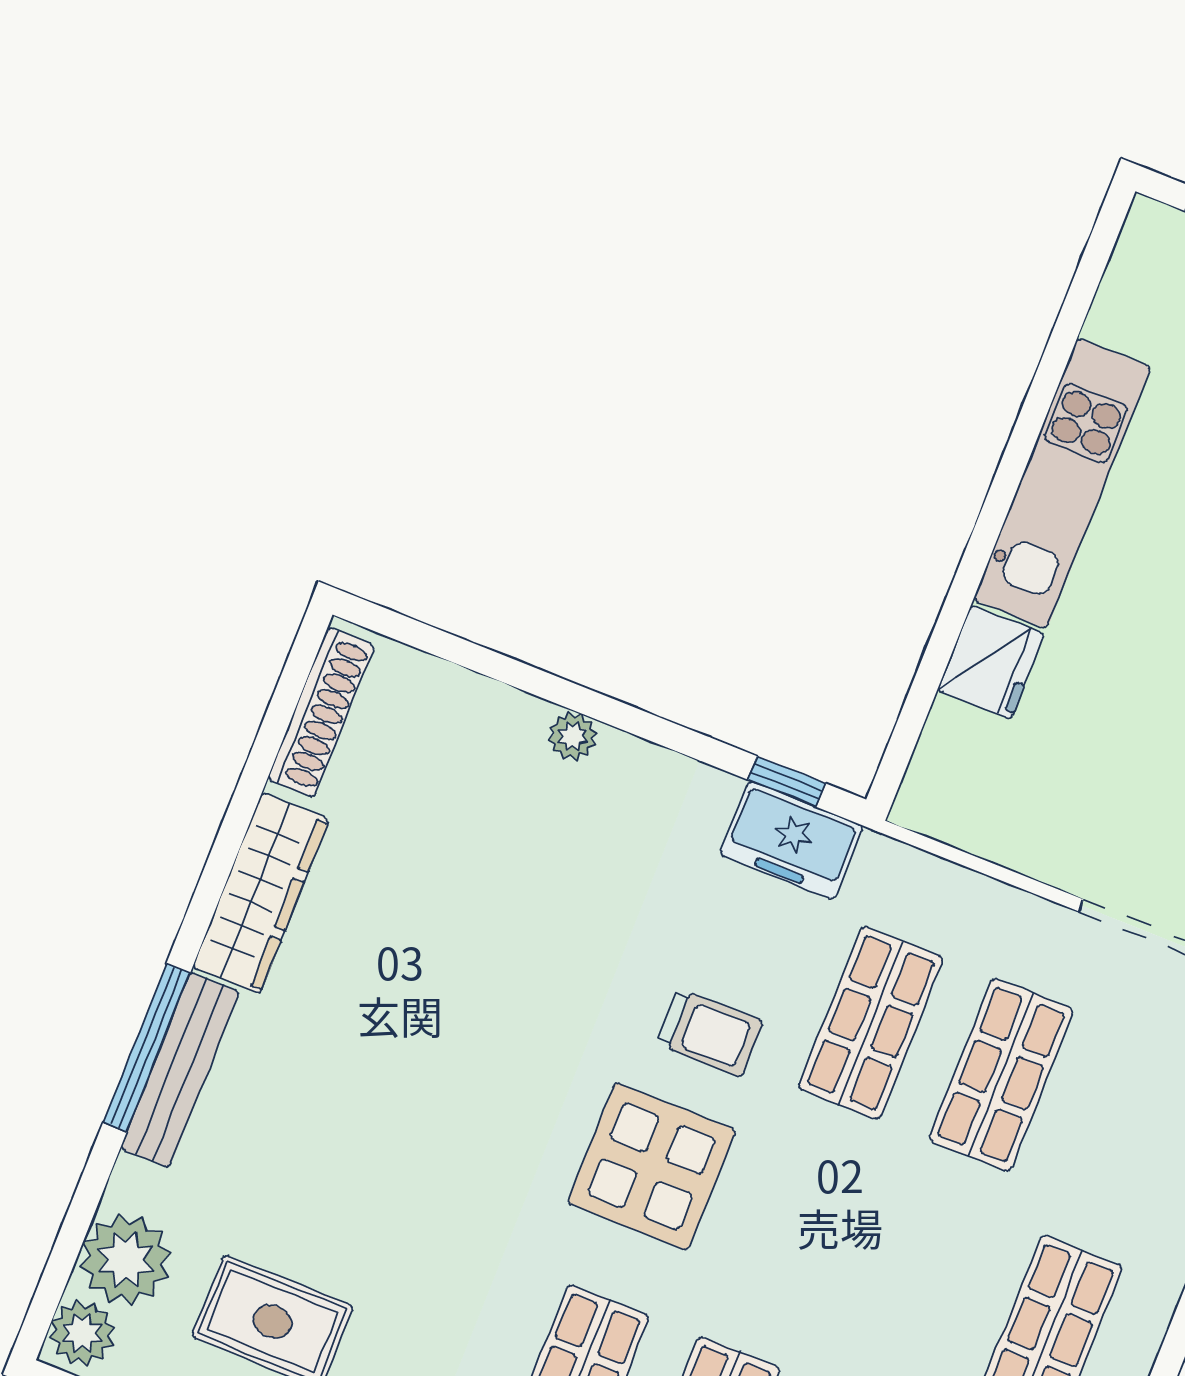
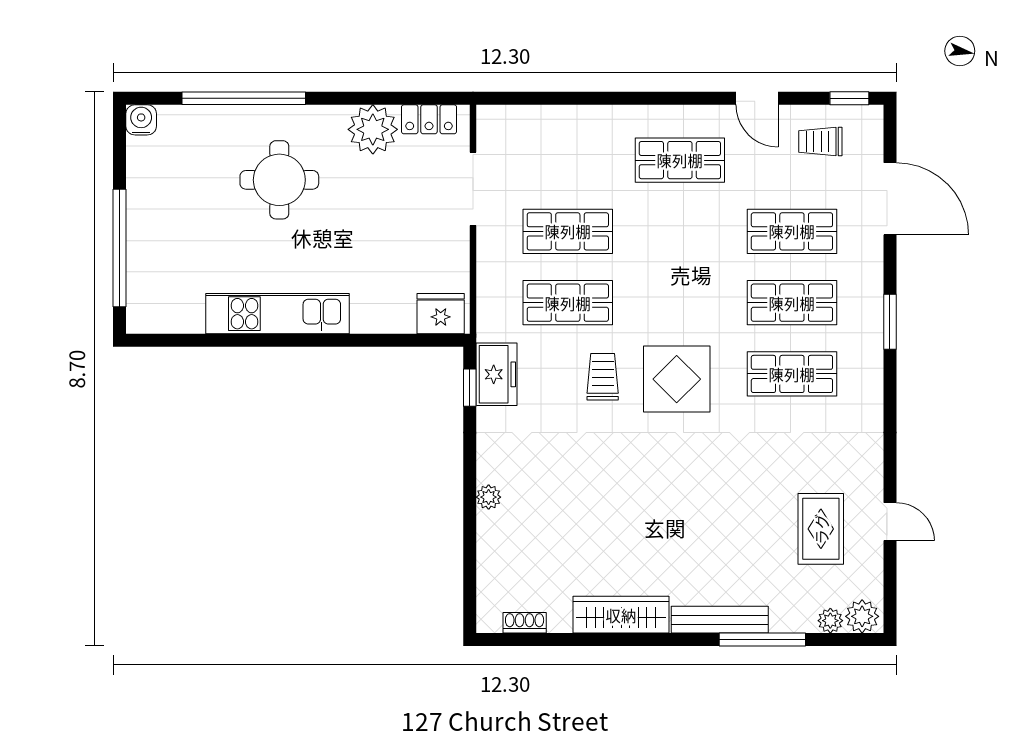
fridge: (991, 662) -> (441, 314), moved
shoe rack: (321, 712) -> (525, 623), width x0.51, depth x0.81
window: (147, 1048) -> (762, 640), moved
plant: (125, 1260) -> (830, 621), width x0.53, depth x0.53

